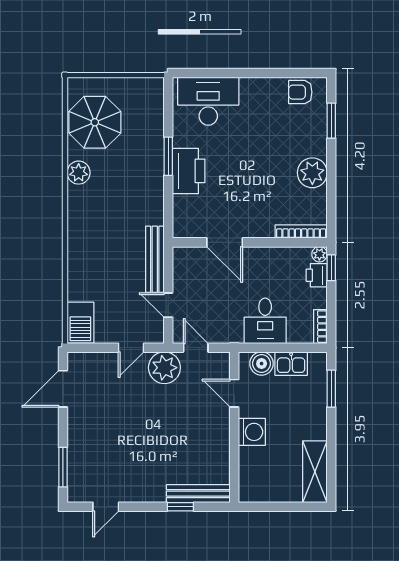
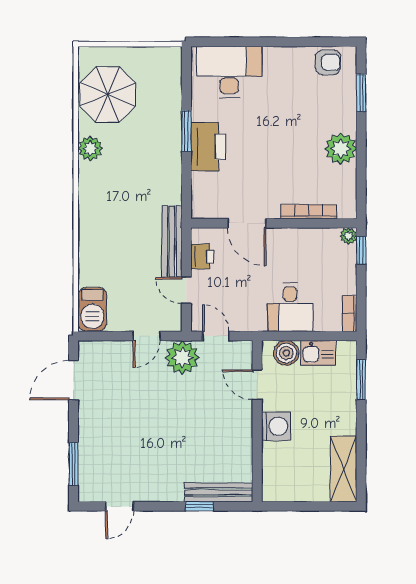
armchair: (300, 92) -> (328, 62), turned 180
bookcase: (301, 232) -> (309, 212), moved
printer: (317, 275) -> (202, 257), moved, turned 180

